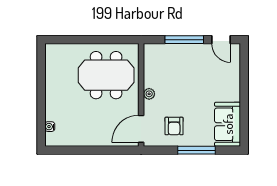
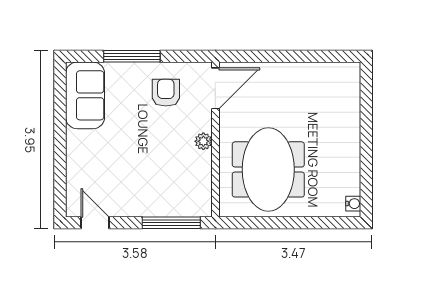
window: (184, 40) -> (171, 223), moved
meeting table: (106, 75) -> (268, 169), turned 90
water cooler: (50, 127) -> (353, 204), moved

